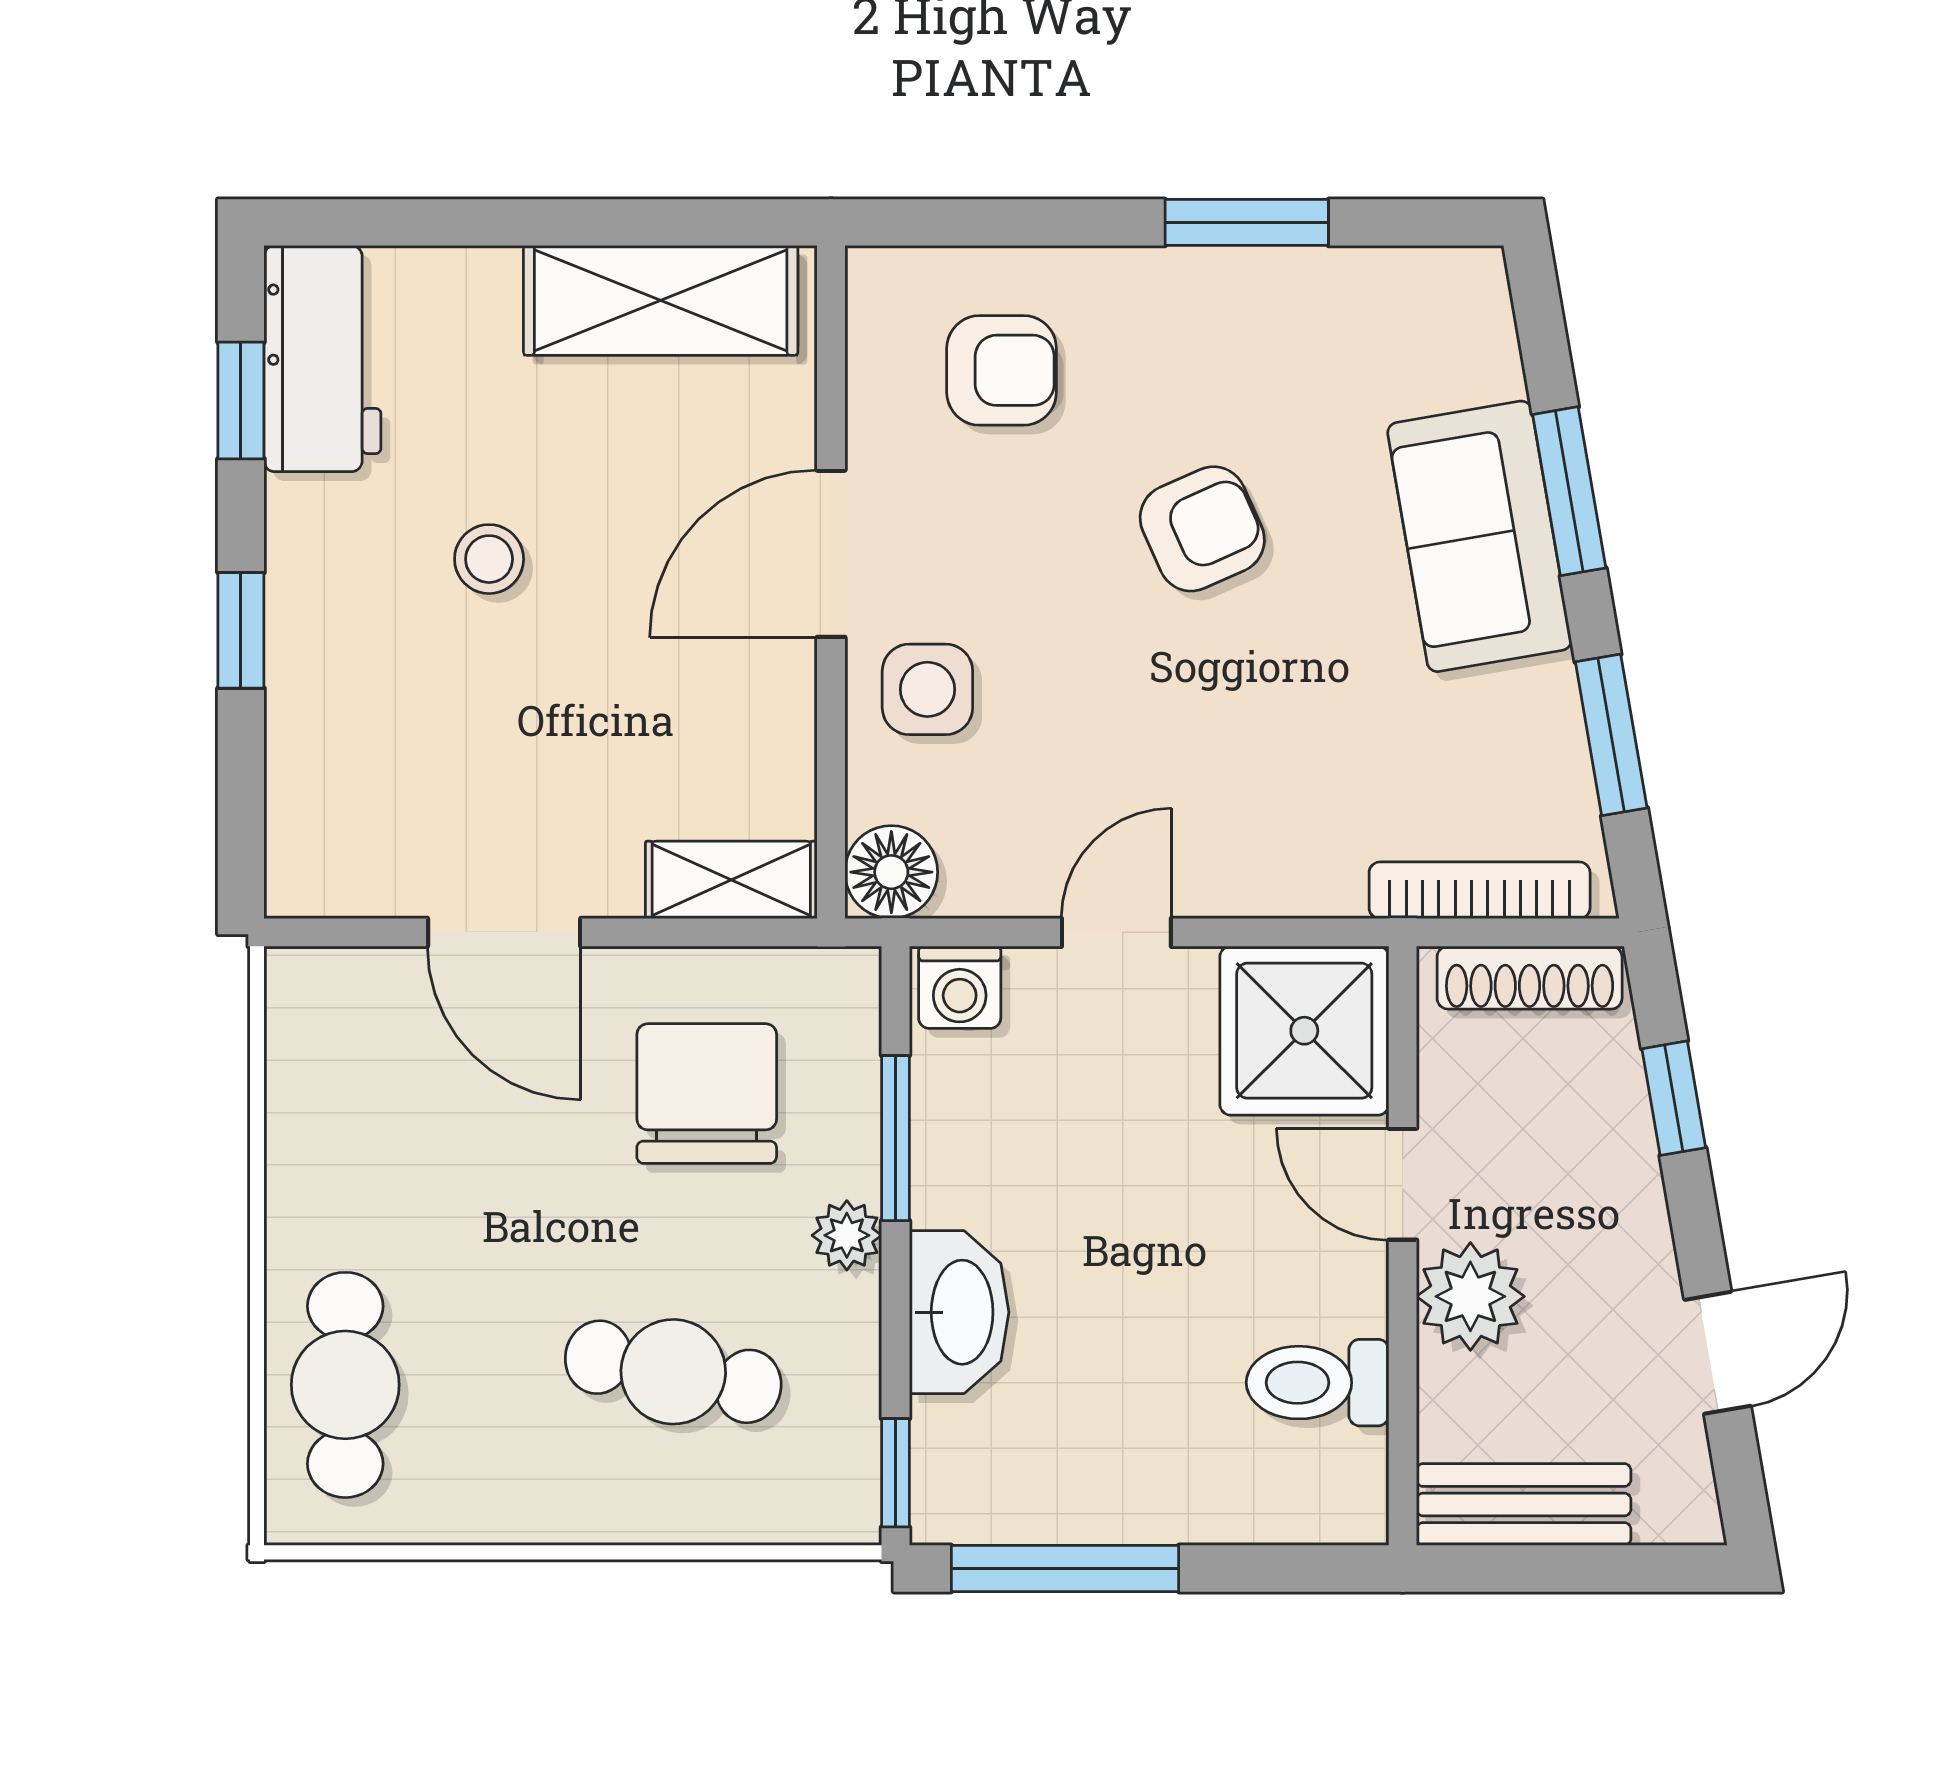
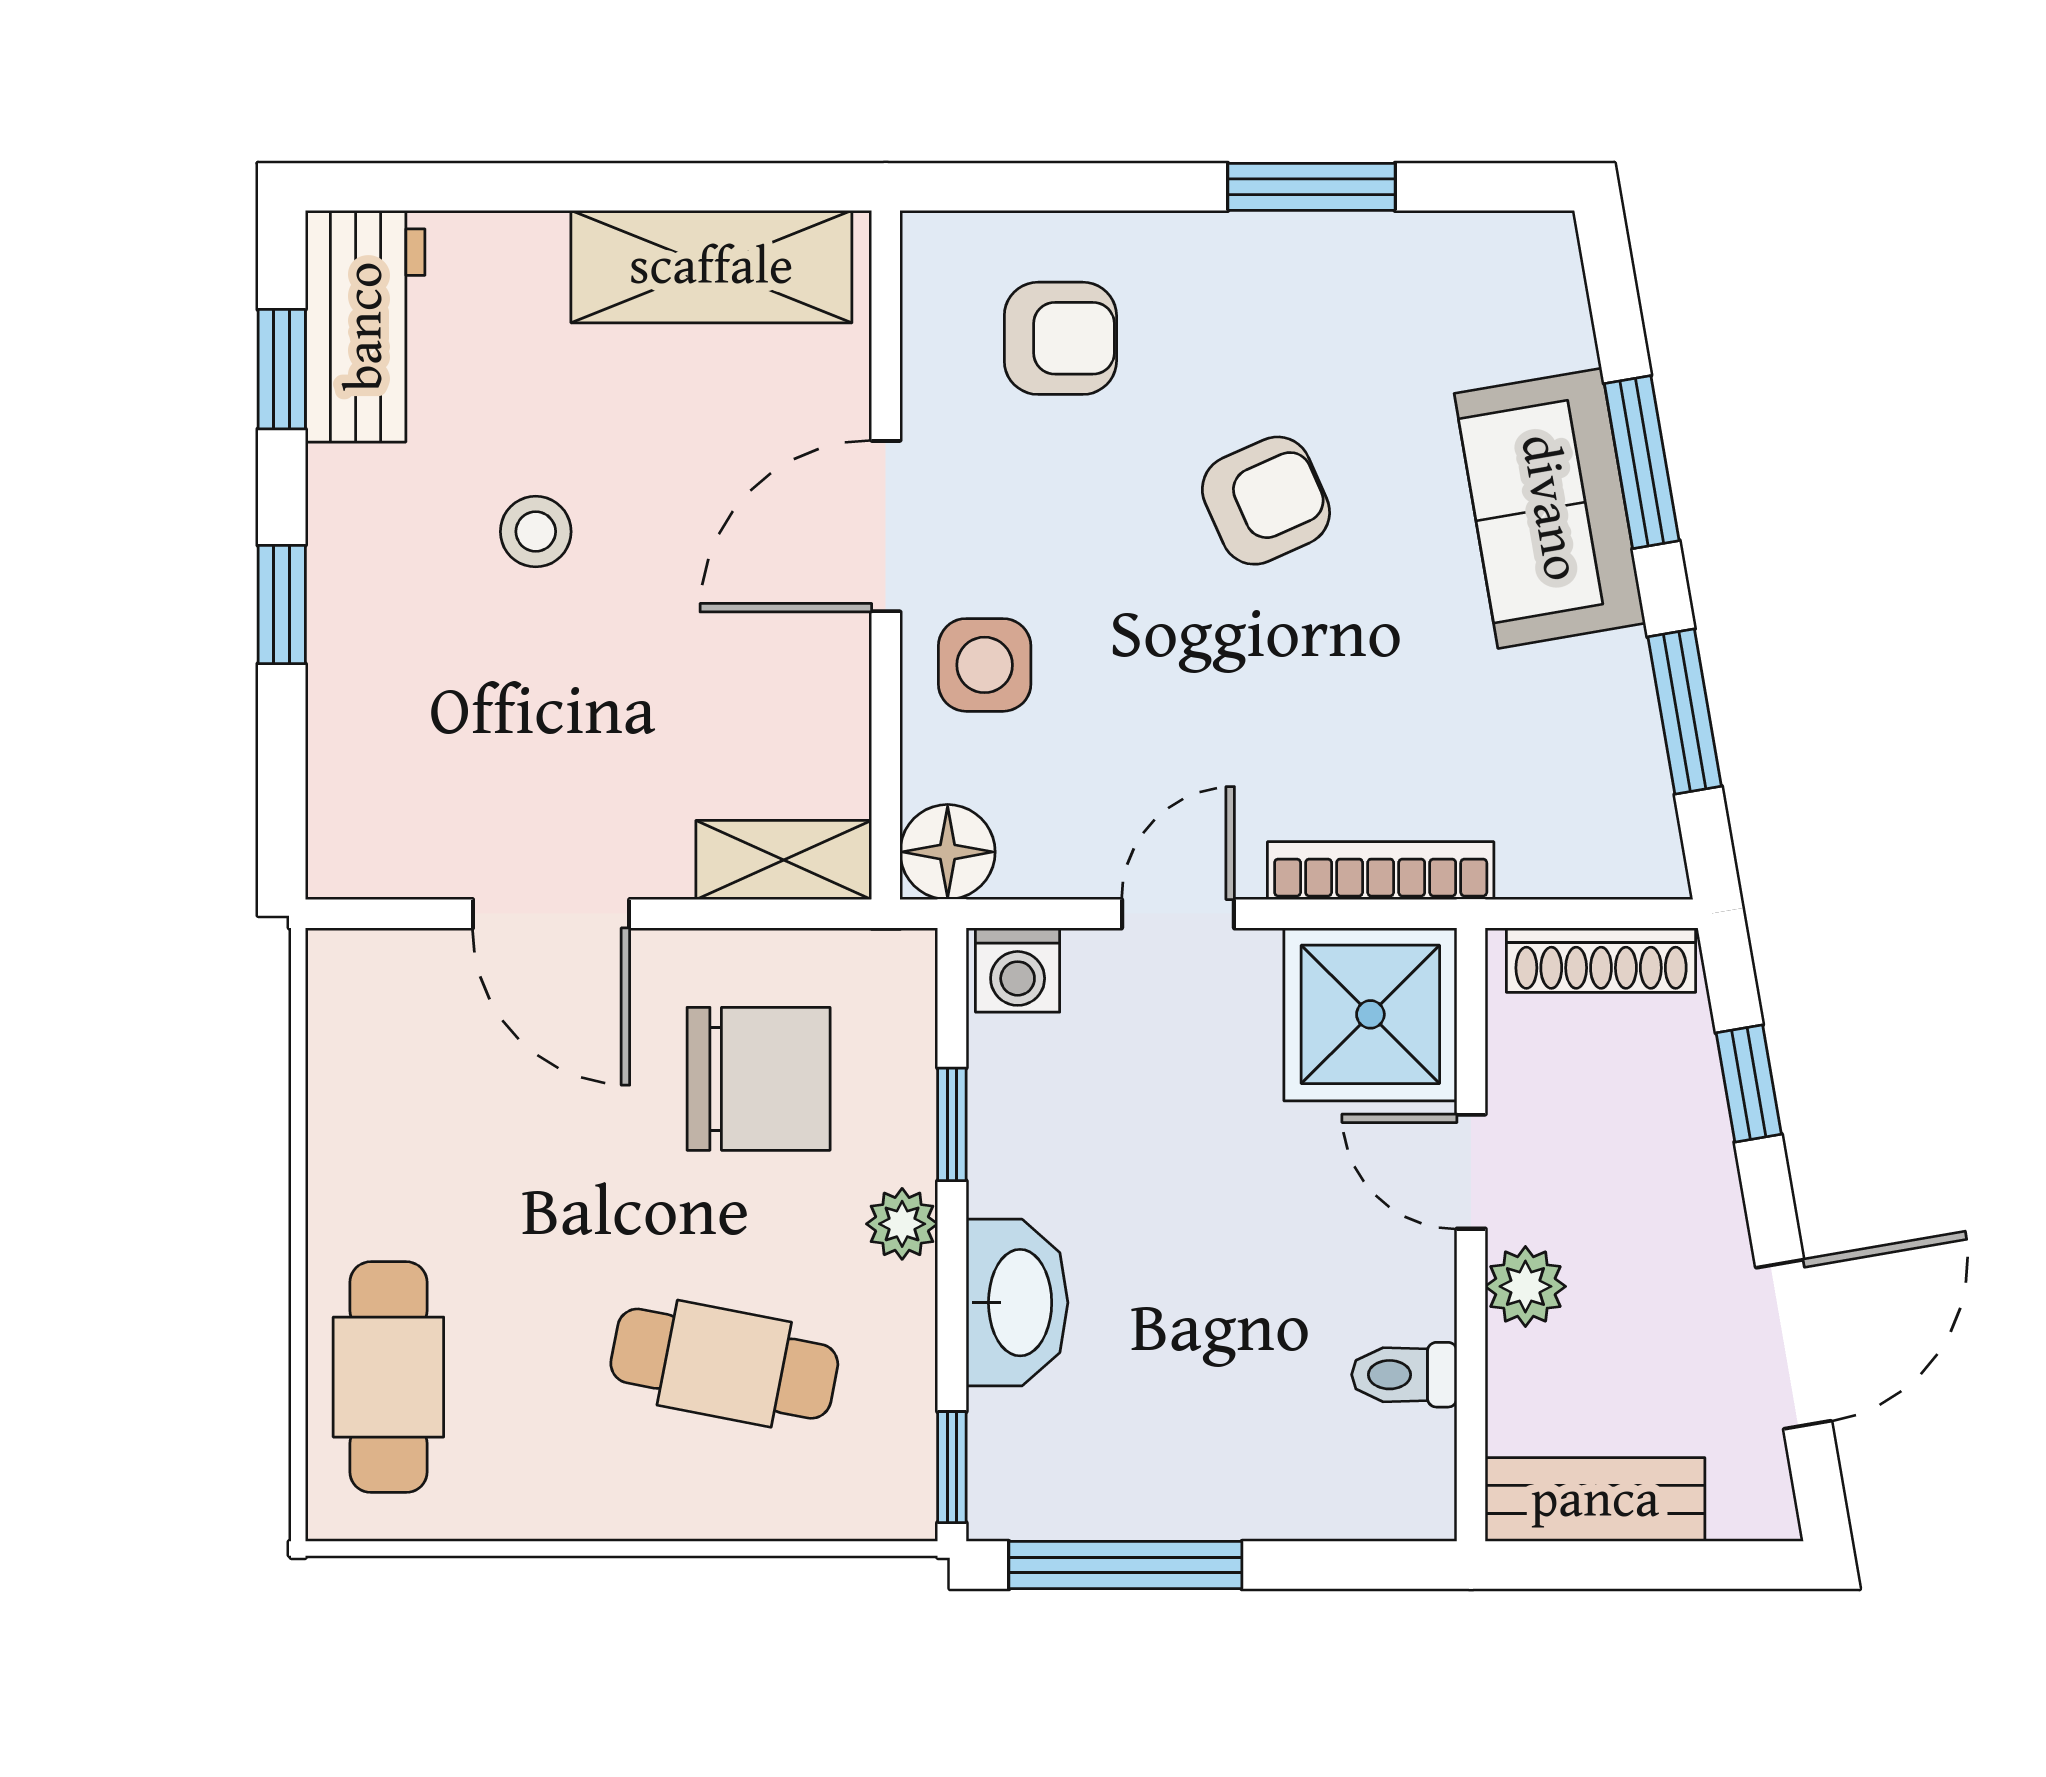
bookcase: (1480, 890) -> (1381, 871), moved
chair: (707, 1094) -> (759, 1079), turned 90
window: (896, 1138) -> (952, 1124), width x0.67
plant: (1470, 1296) -> (1525, 1286), width x0.73, depth x0.73
door: (1718, 1353) -> (1794, 1344), width x1.38
toilet: (1317, 1383) -> (1404, 1375), width x0.73, depth x0.72

